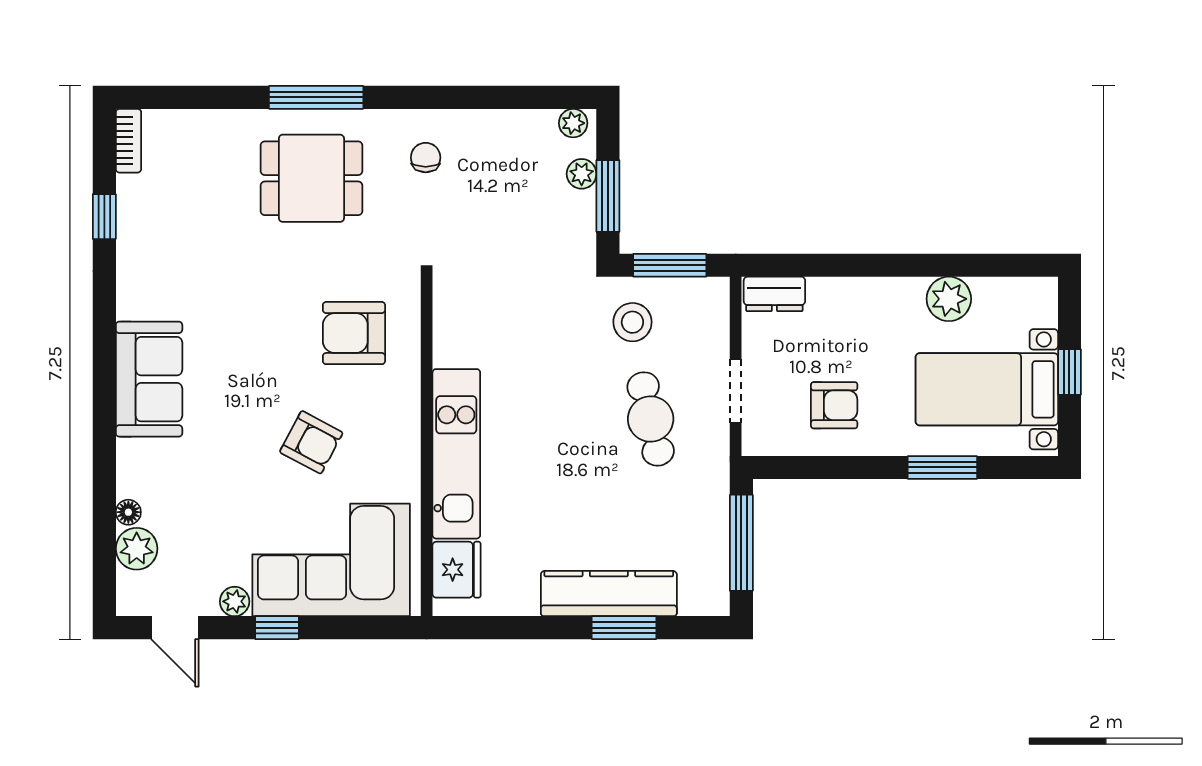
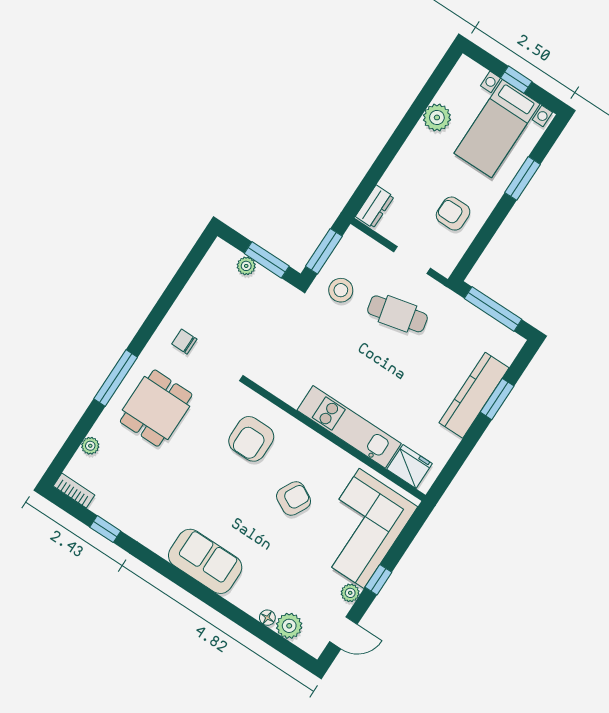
plant: (573, 123) -> (90, 446), moved
armchair: (834, 405) -> (453, 214), turned -90

